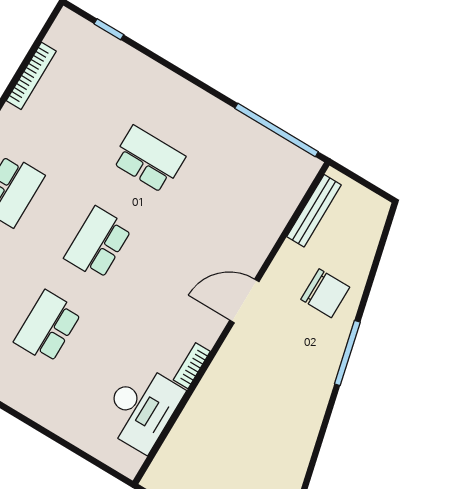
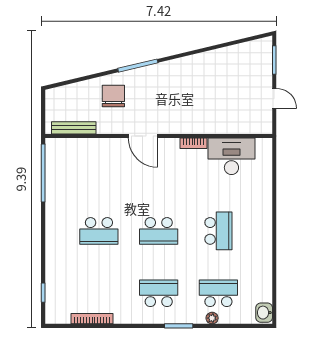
school desk: (148, 159) -> (99, 231), turned -90
school desk: (48, 327) -> (218, 231), turned -90

